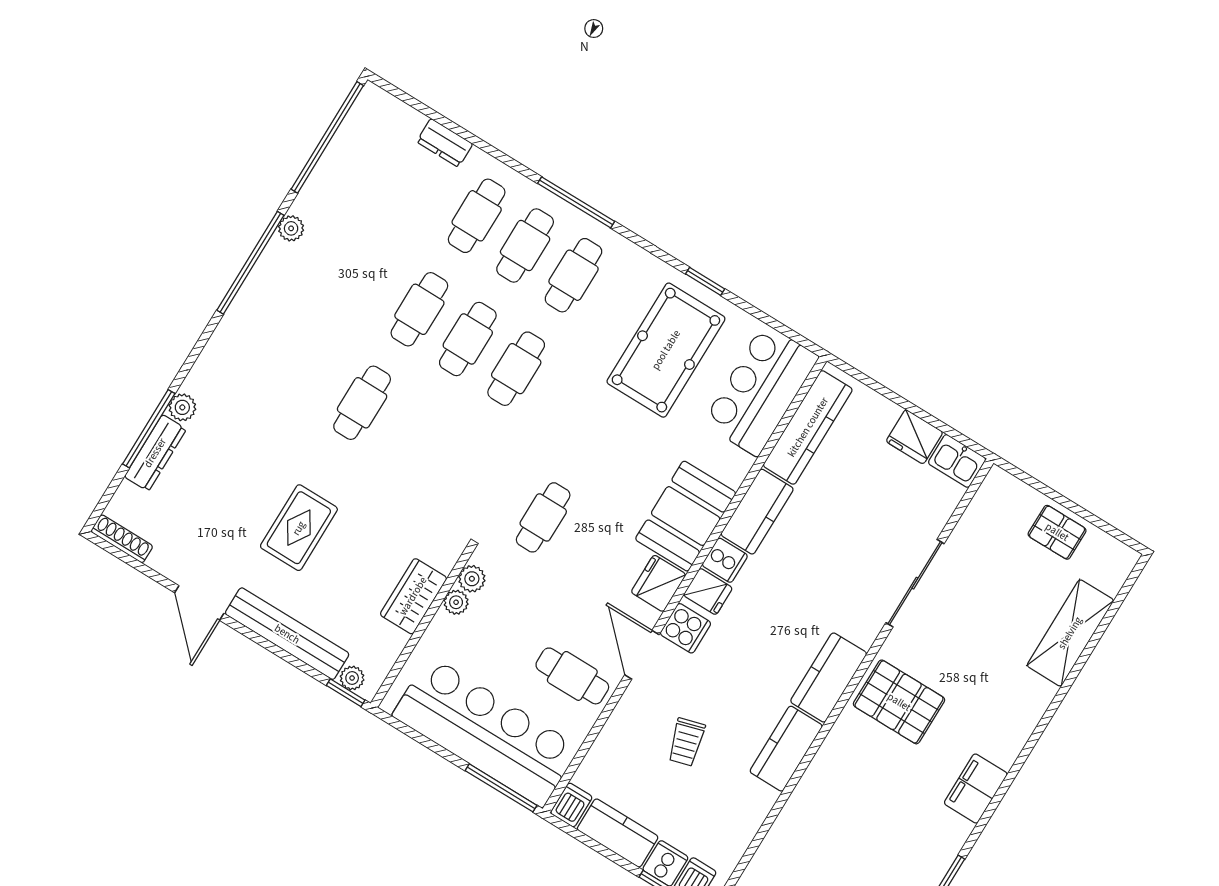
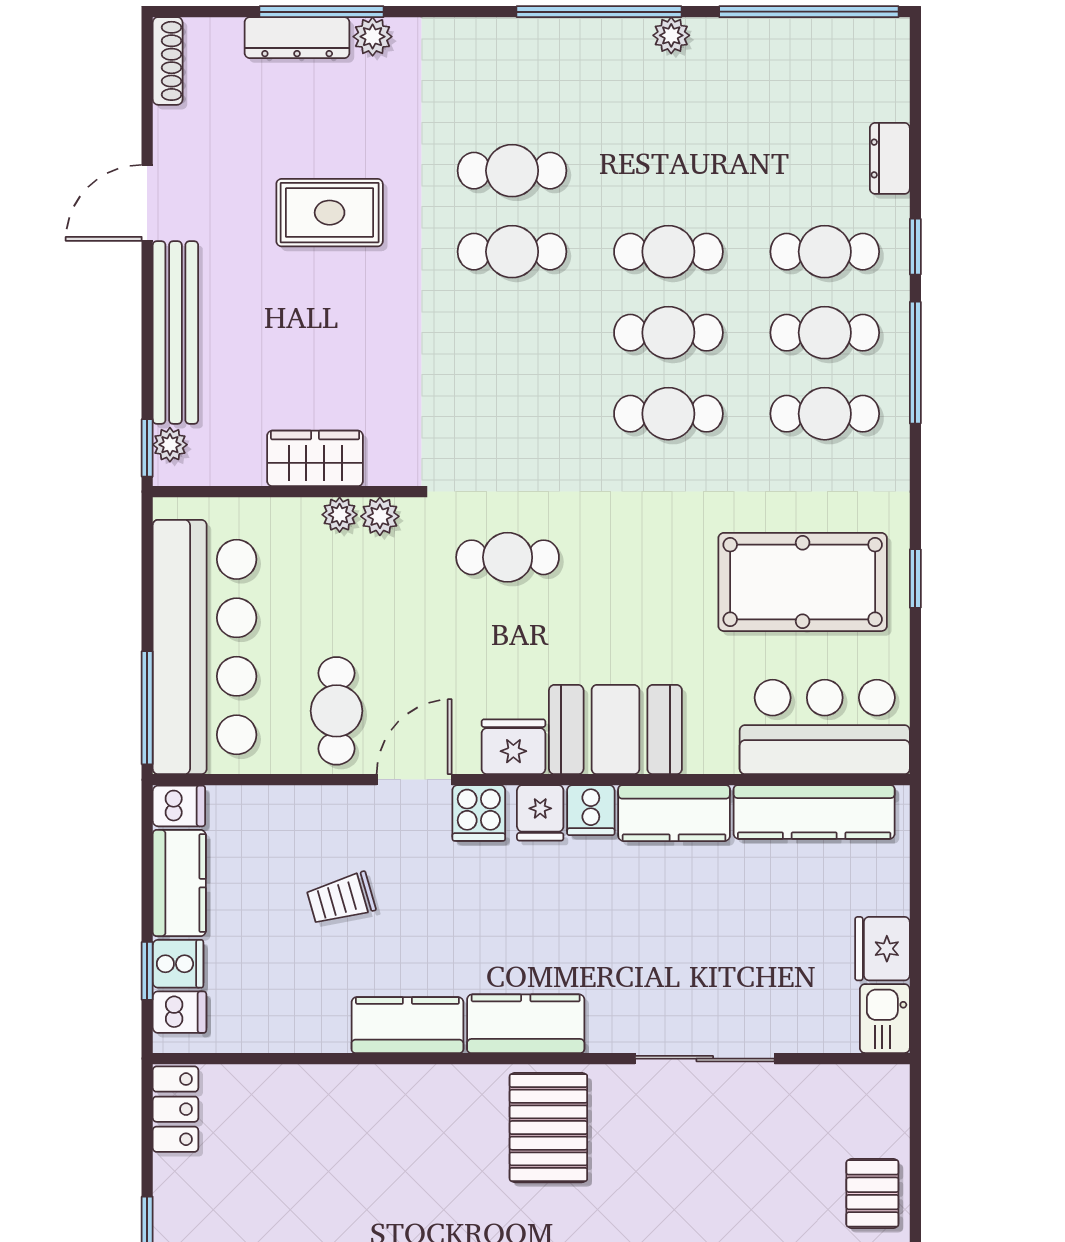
window: (507, 160) -> (915, 247), added
cafe table: (314, 373) -> (512, 171), added
rug: (299, 528) -> (330, 213), moved

